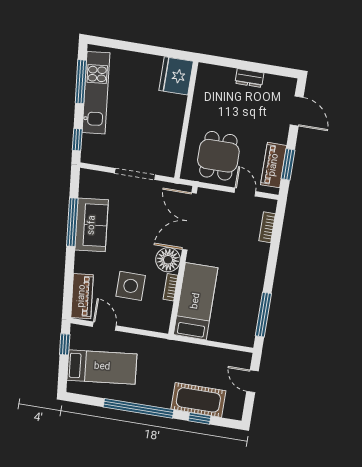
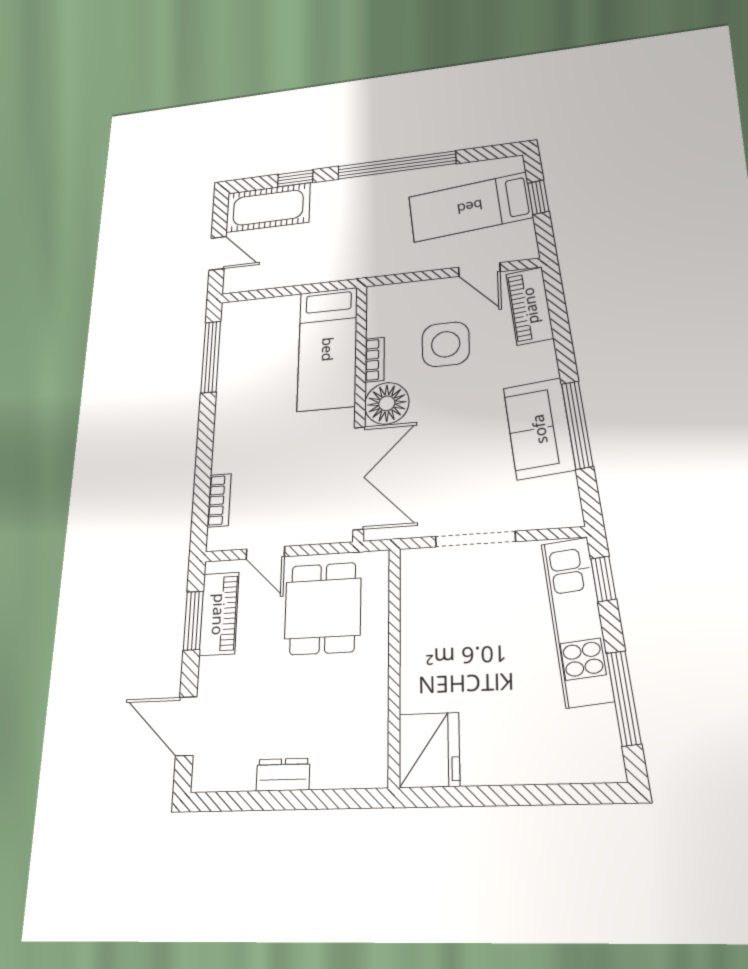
kitchen unit: (96, 93) -> (577, 621), moved
window: (65, 344) -> (538, 197), moved
cot: (198, 400) -> (268, 208), moved

